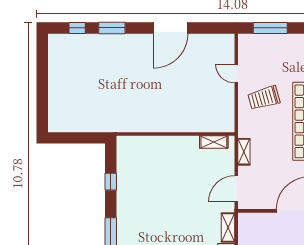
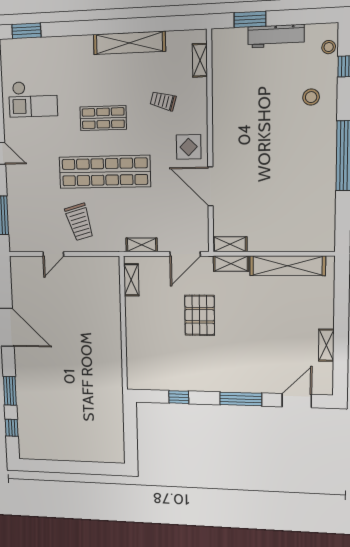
door: (236, 189) -> (185, 254), hinge flipped
pallet: (183, 201) -> (200, 315), added
shelving: (244, 227) -> (230, 244), added

